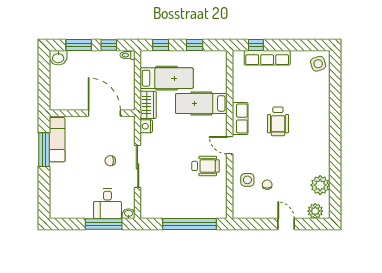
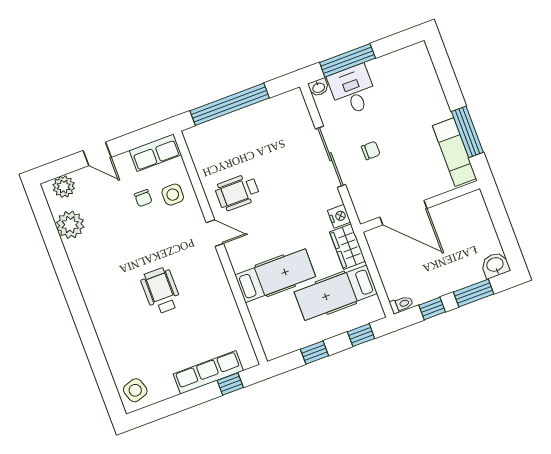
row of seats: (240, 119) -> (155, 153), moved, turned -90

